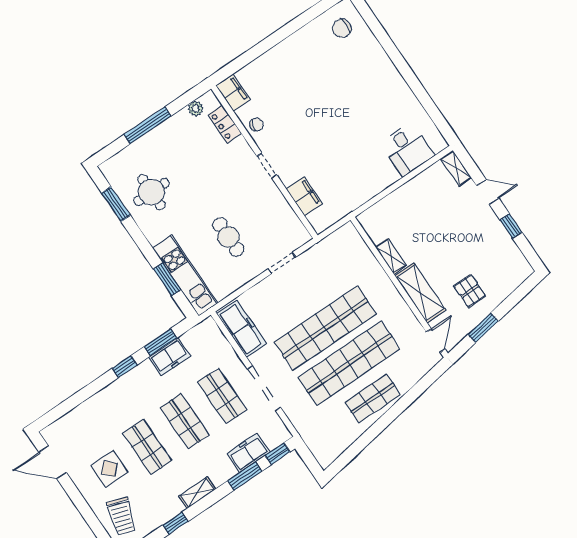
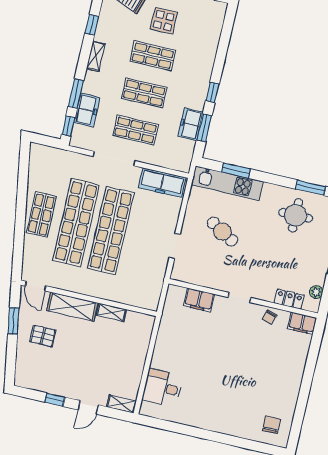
cafe table: (228, 237) -> (222, 232), turned 30

